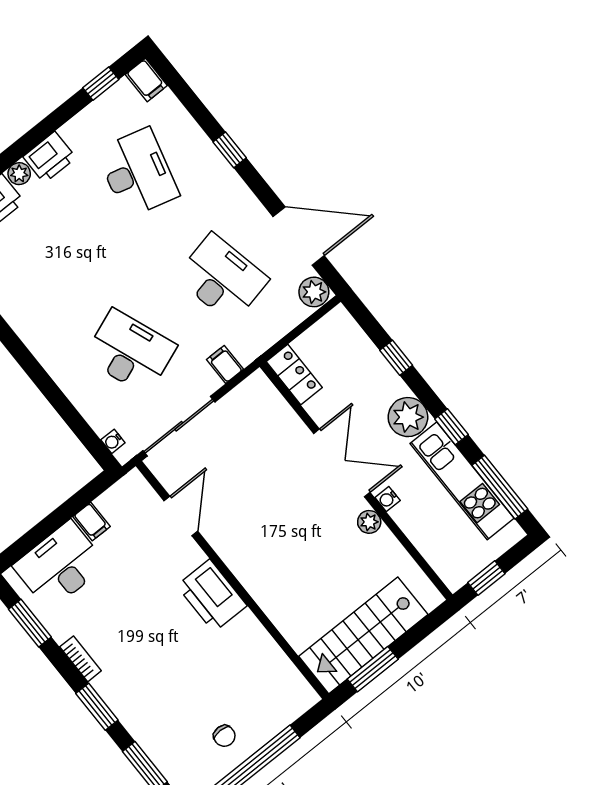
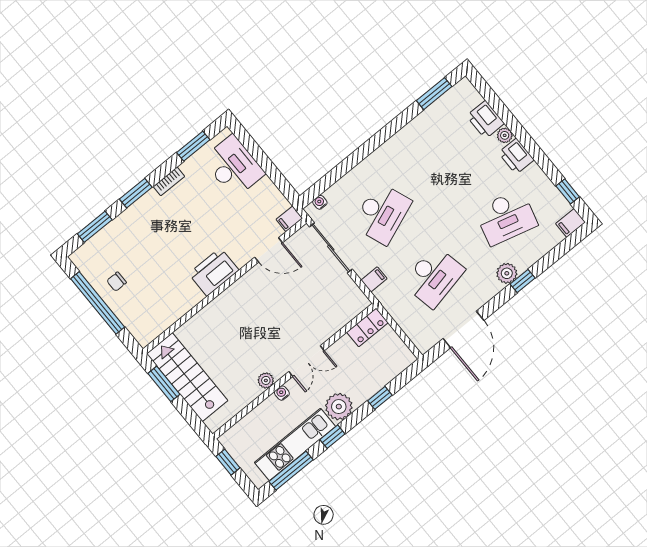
plant: (314, 292) -> (507, 273), moved
double door: (342, 463) -> (307, 361), width x0.73
filing cabinet: (91, 522) -> (289, 219), moved

